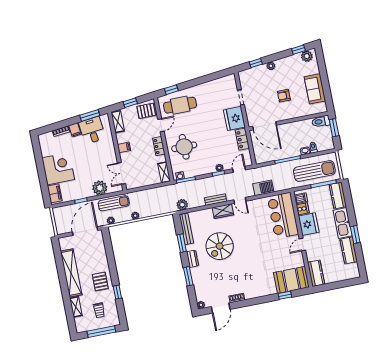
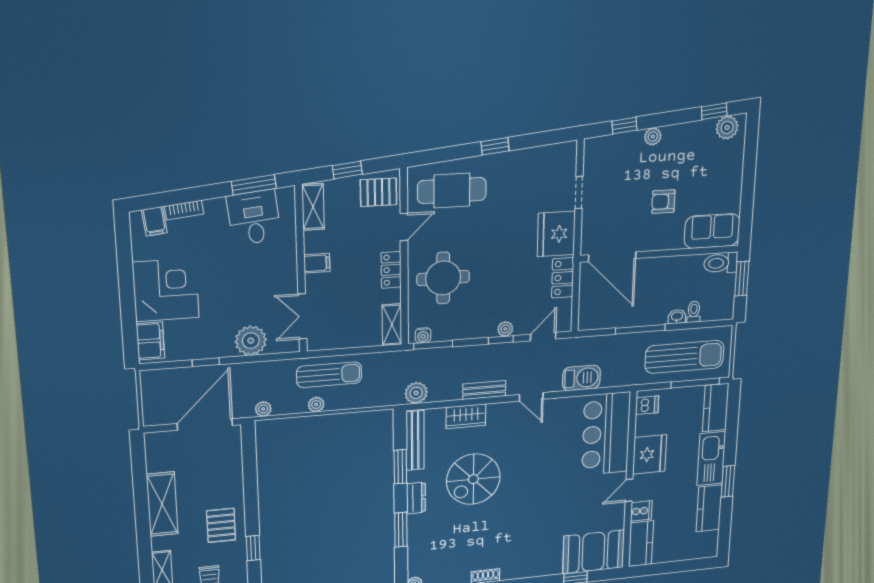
sofa: (315, 89) -> (712, 231), moved, turned 90
window: (171, 90) -> (495, 146), moved
filing cabinet: (75, 130) -> (154, 221), moved
sun lounger: (114, 203) -> (329, 375), moved
cooker: (303, 209) -> (641, 511), moved
wardrobe: (223, 211) -> (466, 416), moved
shelving: (71, 273) -> (162, 504), width x0.68

